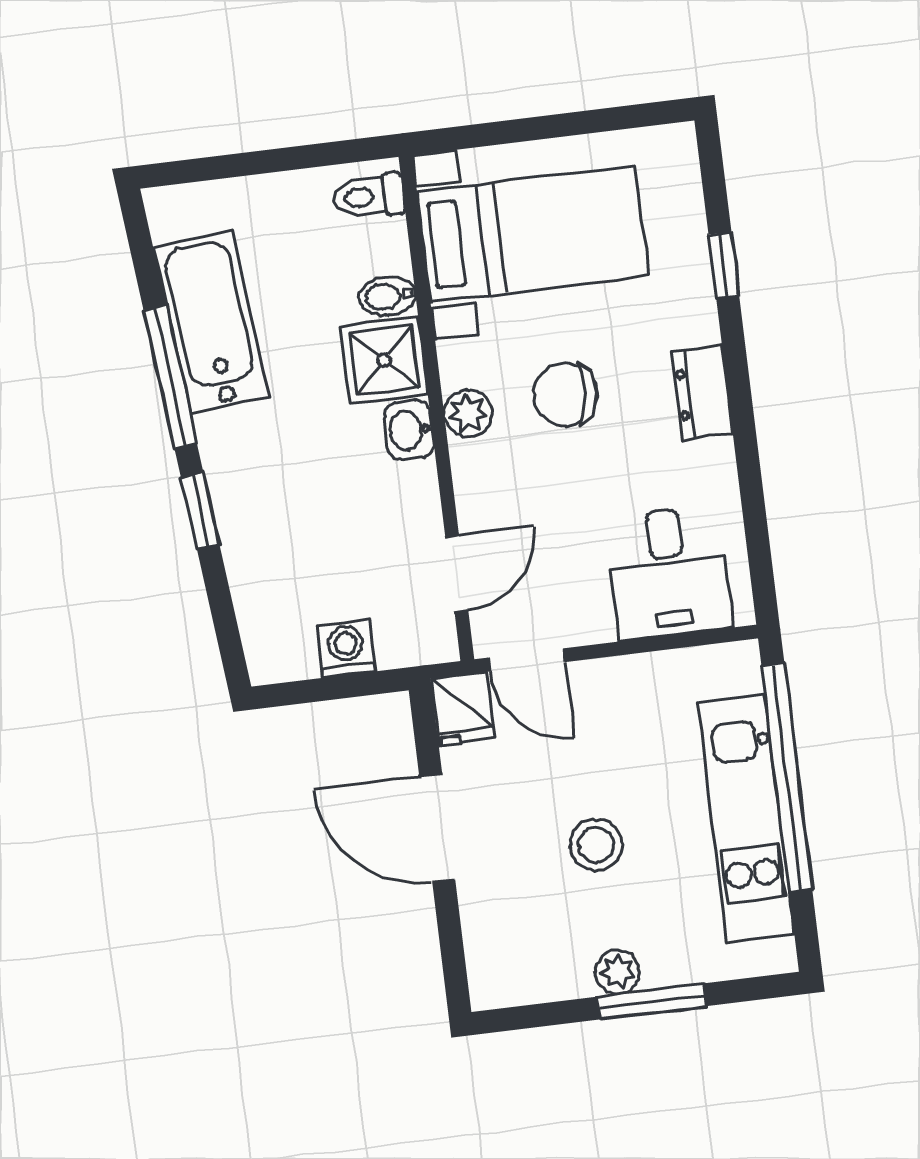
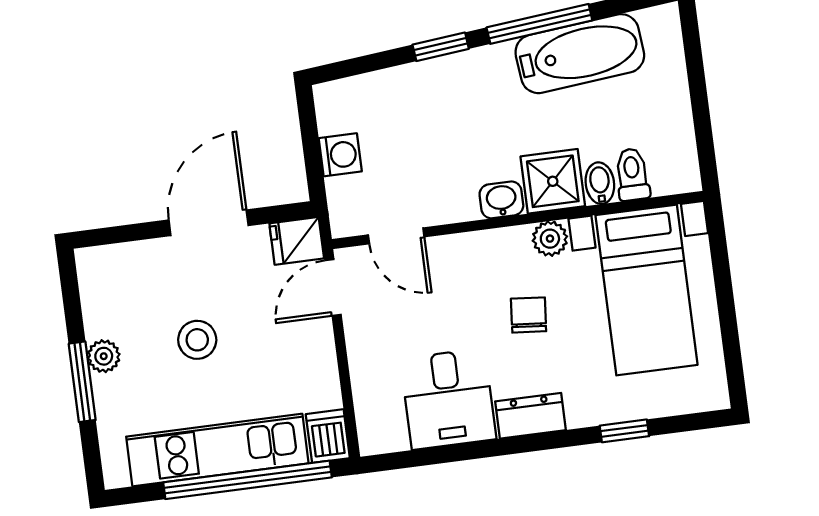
toilet: (369, 196) -> (632, 174), moved
chair: (565, 394) -> (529, 315), width x0.73, depth x0.73
plant: (468, 413) -> (550, 239), moved
desk: (669, 572) -> (448, 399), moved, turned -90
dishwasher: (728, 668) -> (328, 436), added

